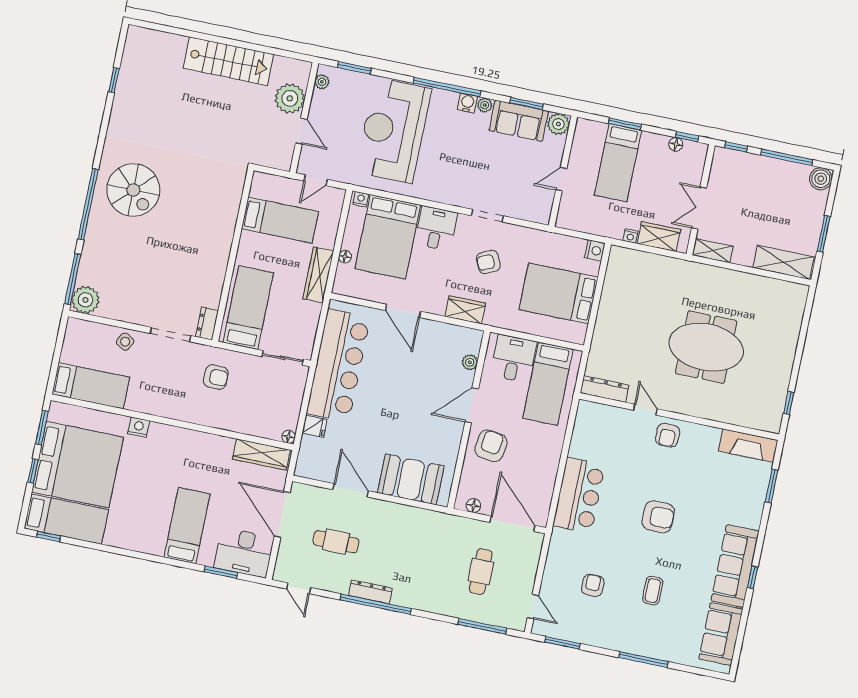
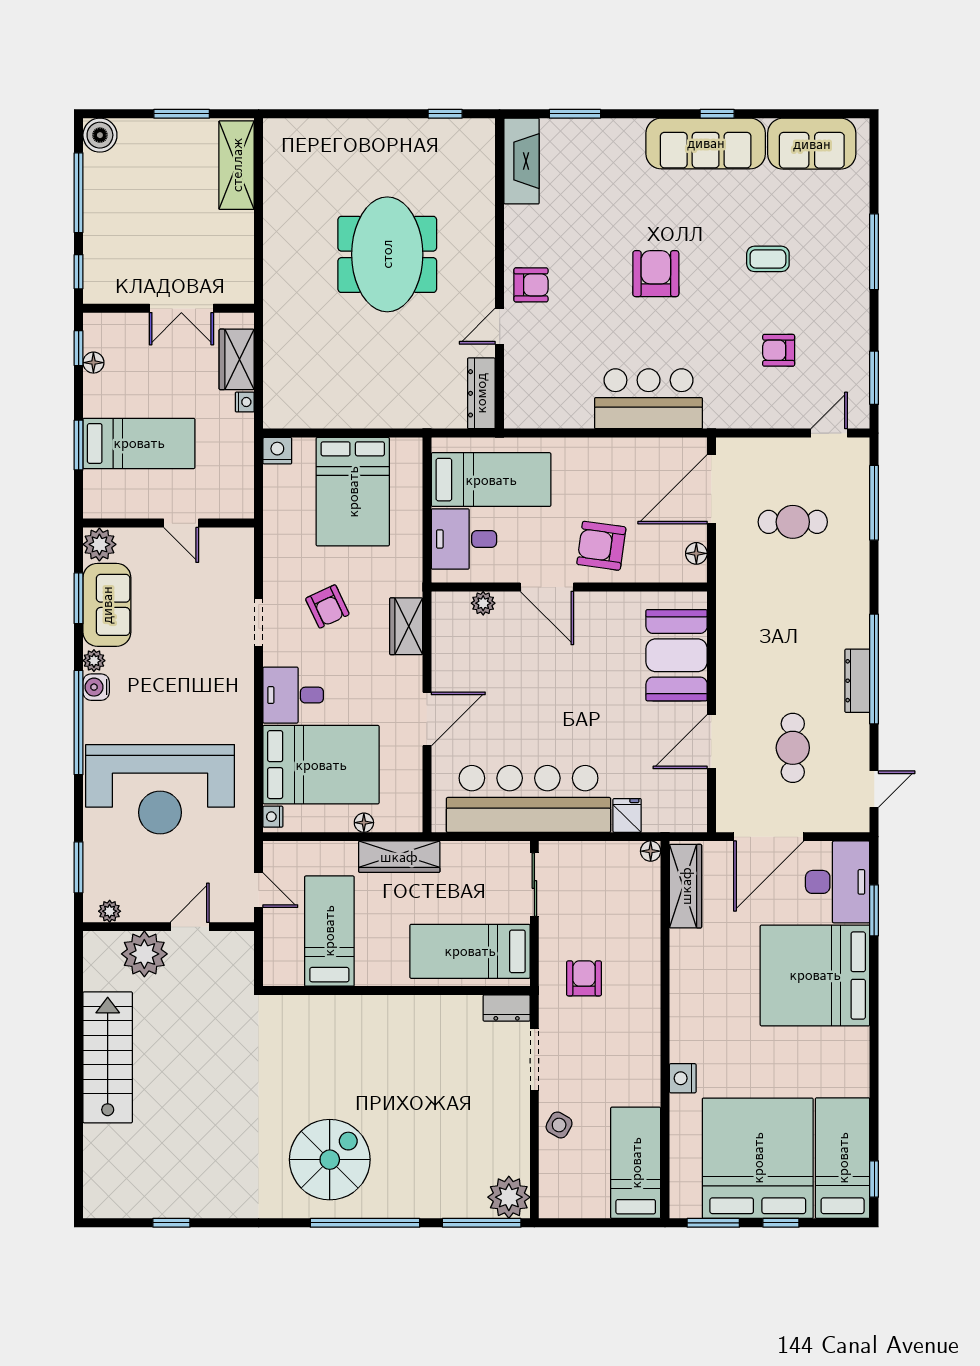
shelving: (713, 251) -> (241, 275), removed
bed: (187, 526) -> (815, 975), width x2.04

